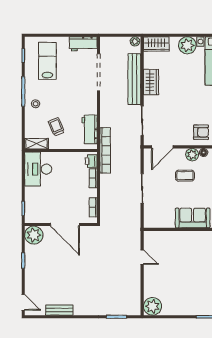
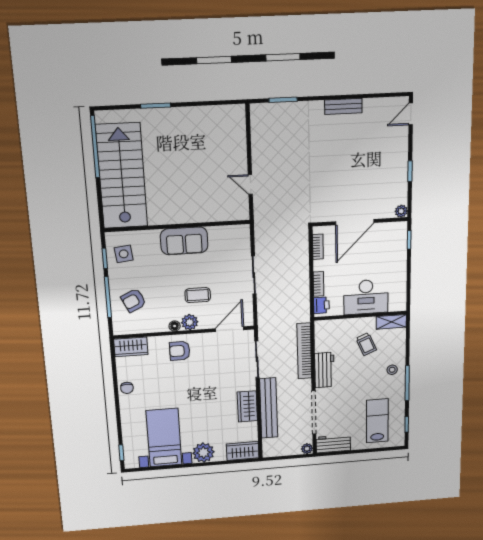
plant: (135, 41) -> (307, 449), moved
lab bench: (47, 61) -> (377, 421), turned 180
workbench: (90, 129) -> (324, 370), moved
bookcase: (105, 150) -> (304, 351), moved
desk: (38, 169) -> (366, 297), moved, turned 90
door: (65, 225) -> (355, 222), swing flipped
plant: (34, 235) -> (401, 211), width x0.53, depth x0.53
door: (23, 302) -> (411, 114), hinge flipped
plant: (153, 306) -> (233, 117), removed
bench: (59, 310) -> (343, 106), moved

